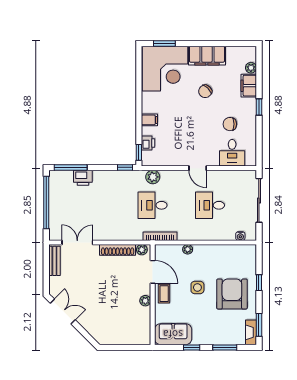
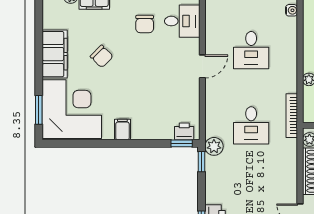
filing cabinet: (149, 120) -> (122, 129), moved
printer: (148, 143) -> (184, 131), moved
plant: (153, 177) -> (214, 146), moved

